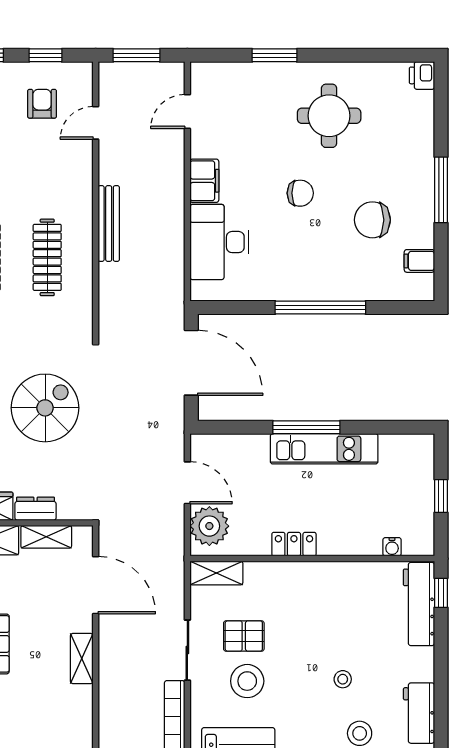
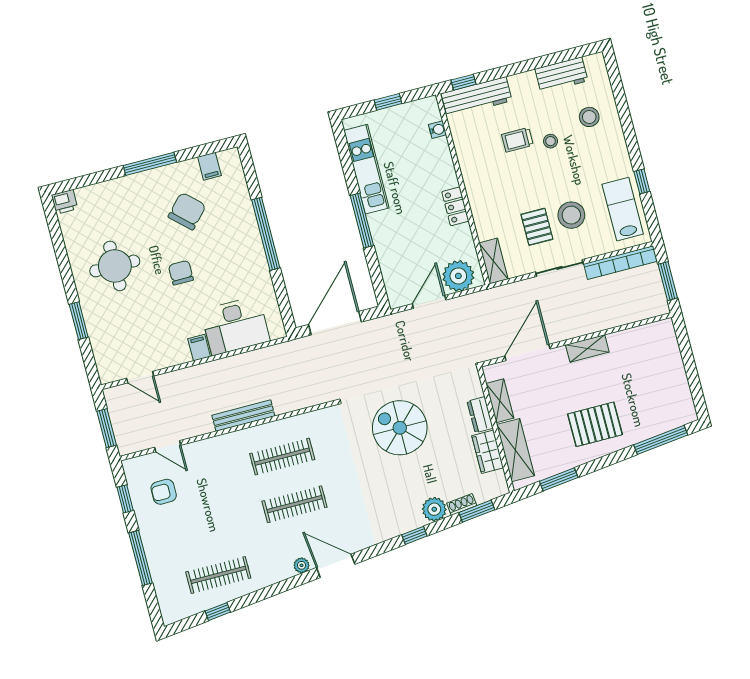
filing cabinet: (204, 181) -> (199, 348), width x0.50
chair: (372, 220) -> (187, 211), turned -137
kitchen unit: (324, 449) -> (366, 169), moved
trolley: (355, 640) -> (517, 140), added

